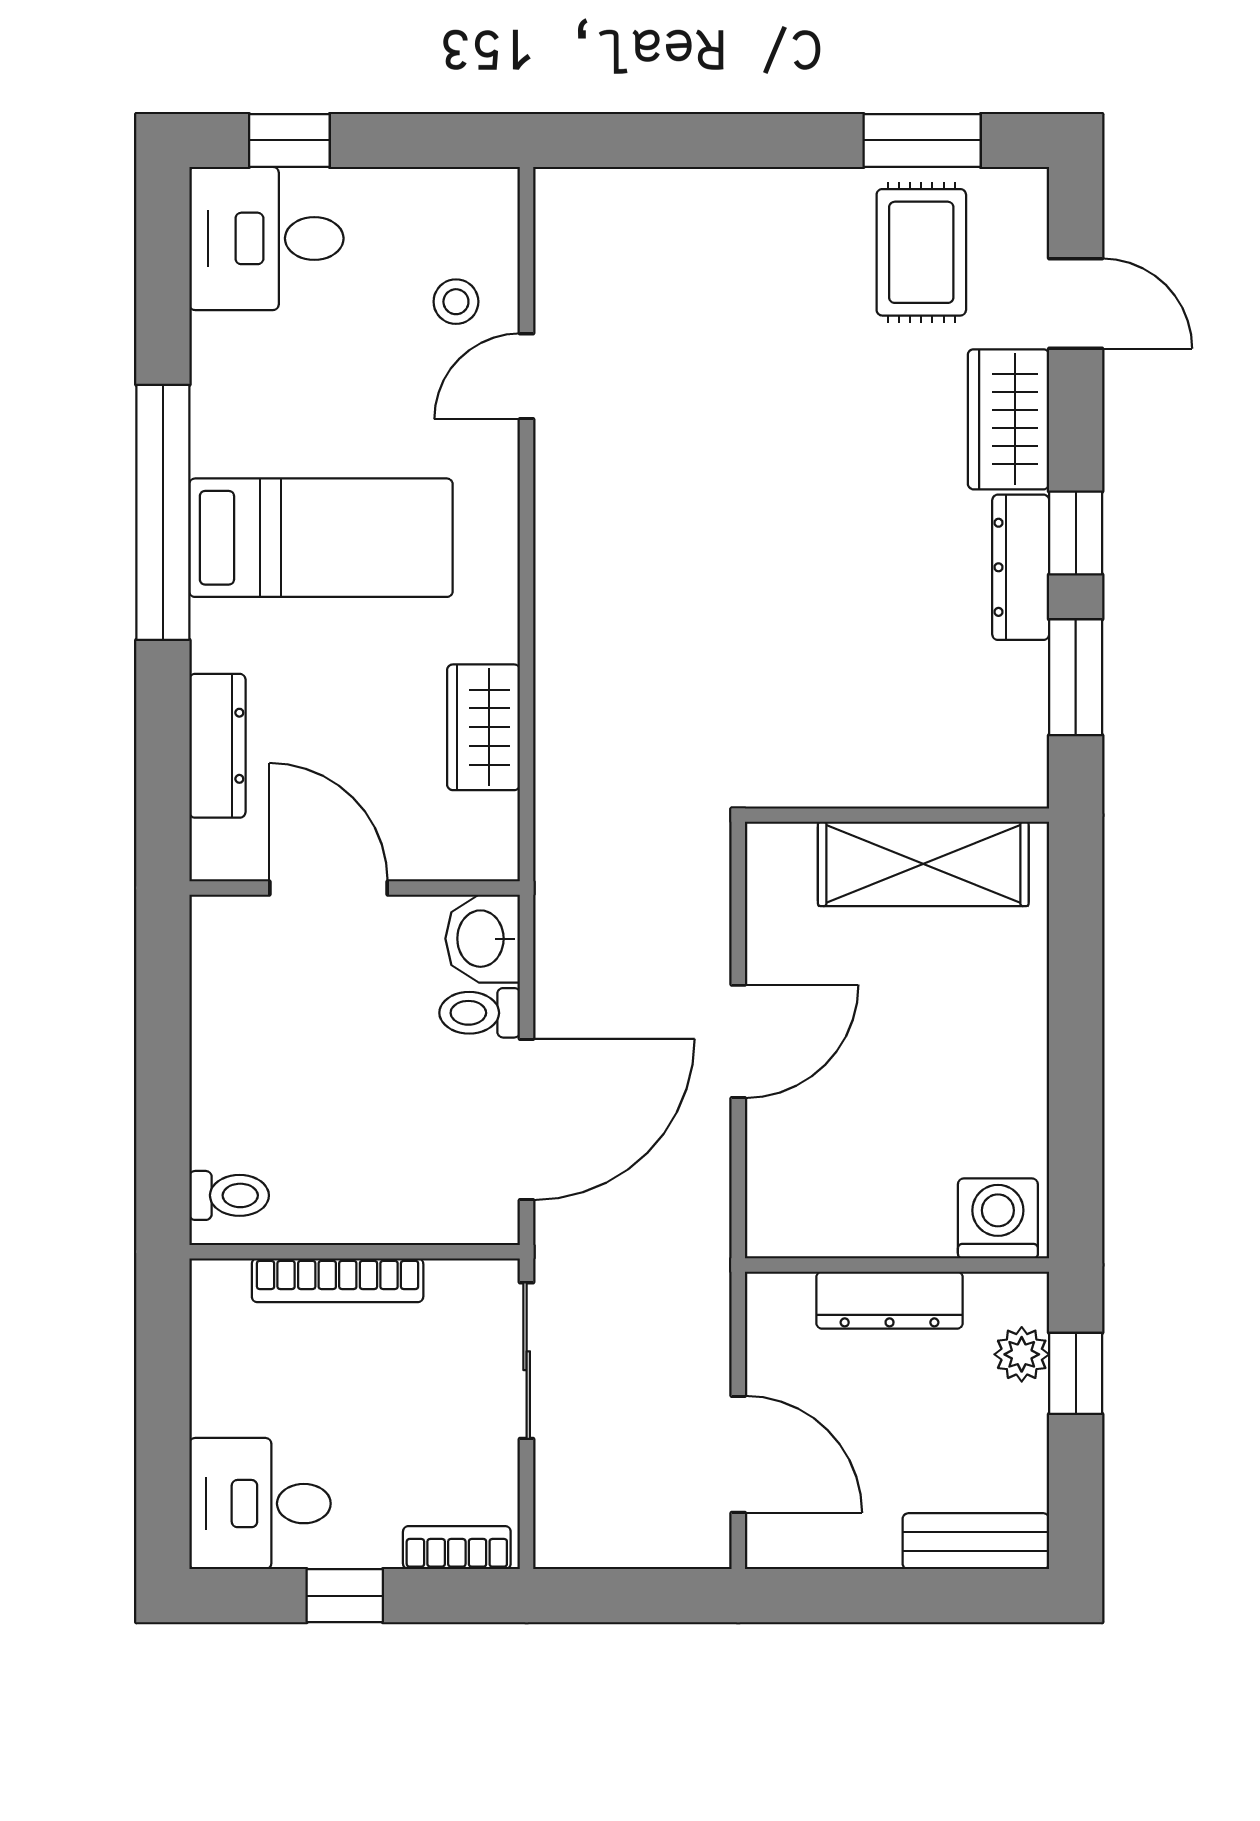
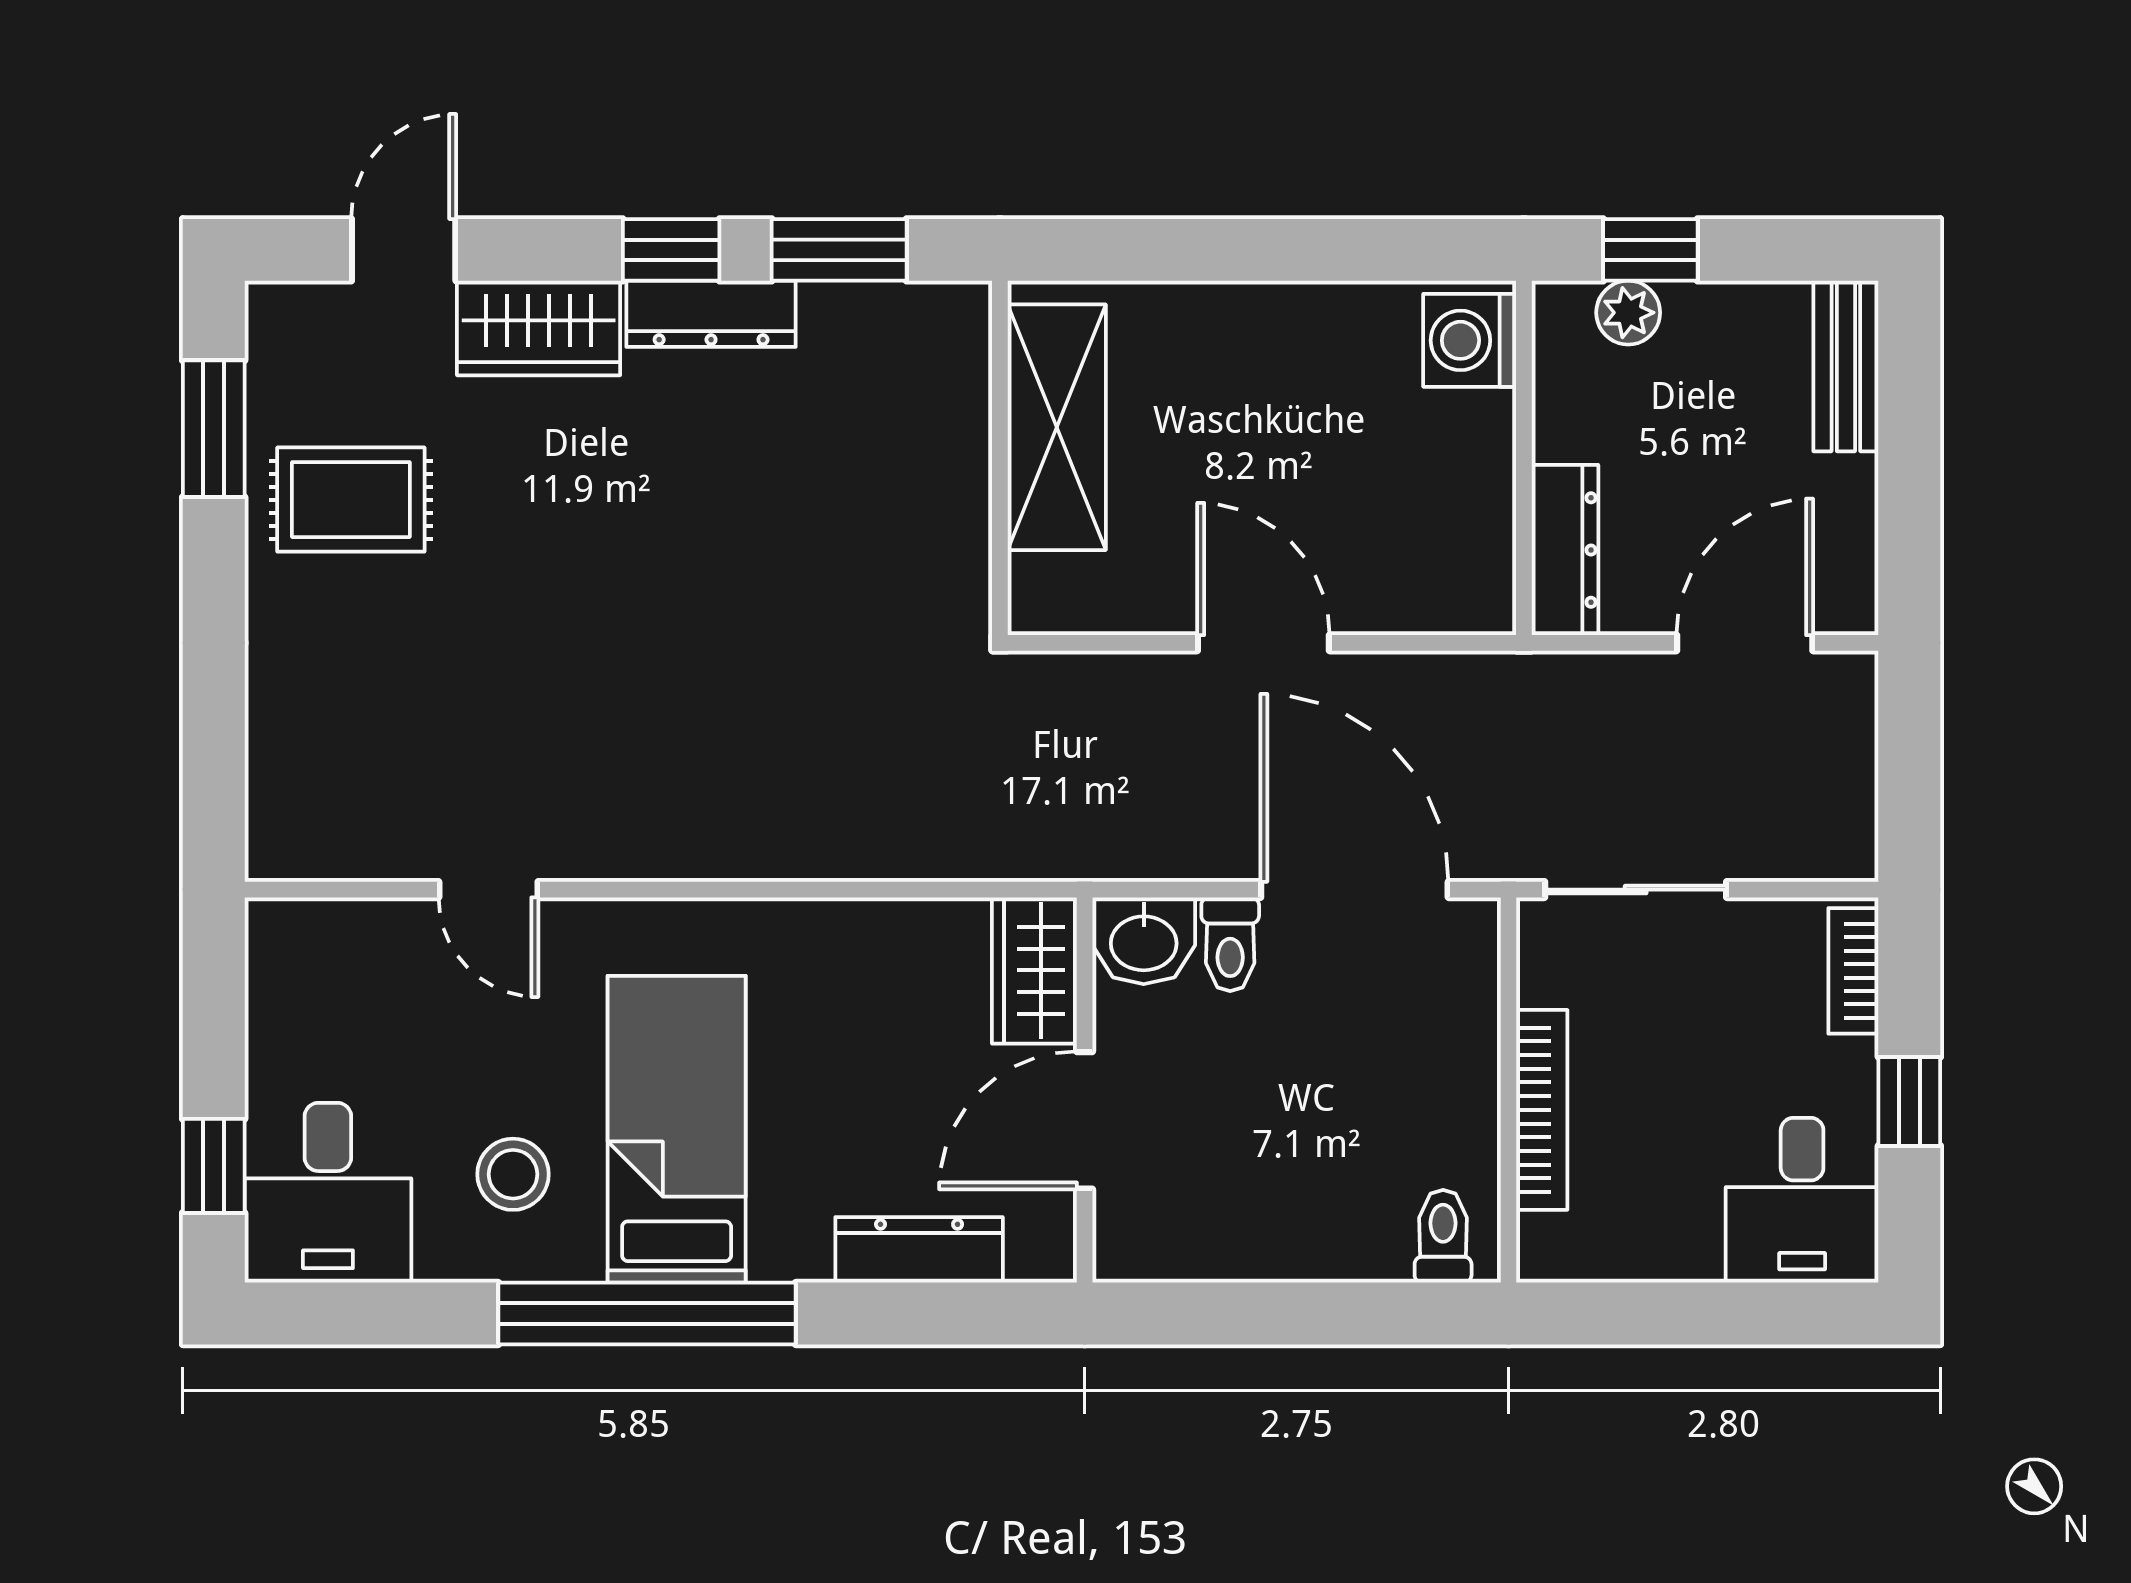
rug: (921, 252) -> (351, 500), moved
stool: (456, 302) -> (513, 1174), moved, width x1.37, depth x1.37
wardrobe: (484, 727) -> (1034, 970), moved, turned 90
dresser: (890, 1300) -> (1565, 550), moved

